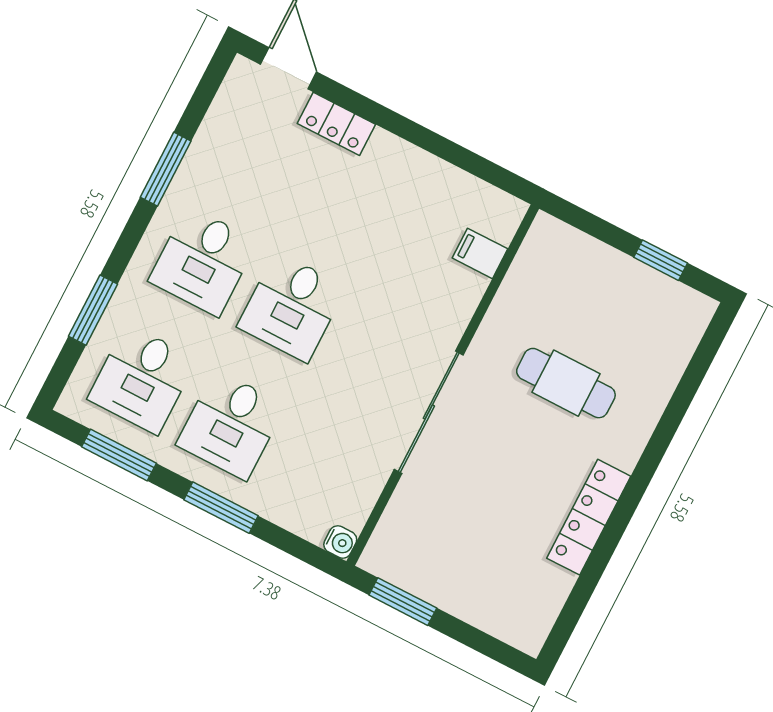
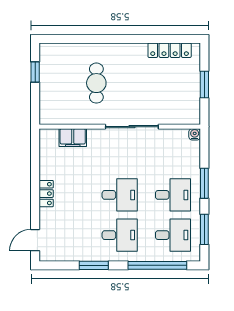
locker: (336, 124) -> (46, 194), moved
filing cabinet: (480, 253) -> (73, 138), width x2.00
window: (93, 310) -> (157, 265), width x2.11
locker: (589, 517) -> (170, 50), moved
window: (403, 602) -> (204, 84), moved

